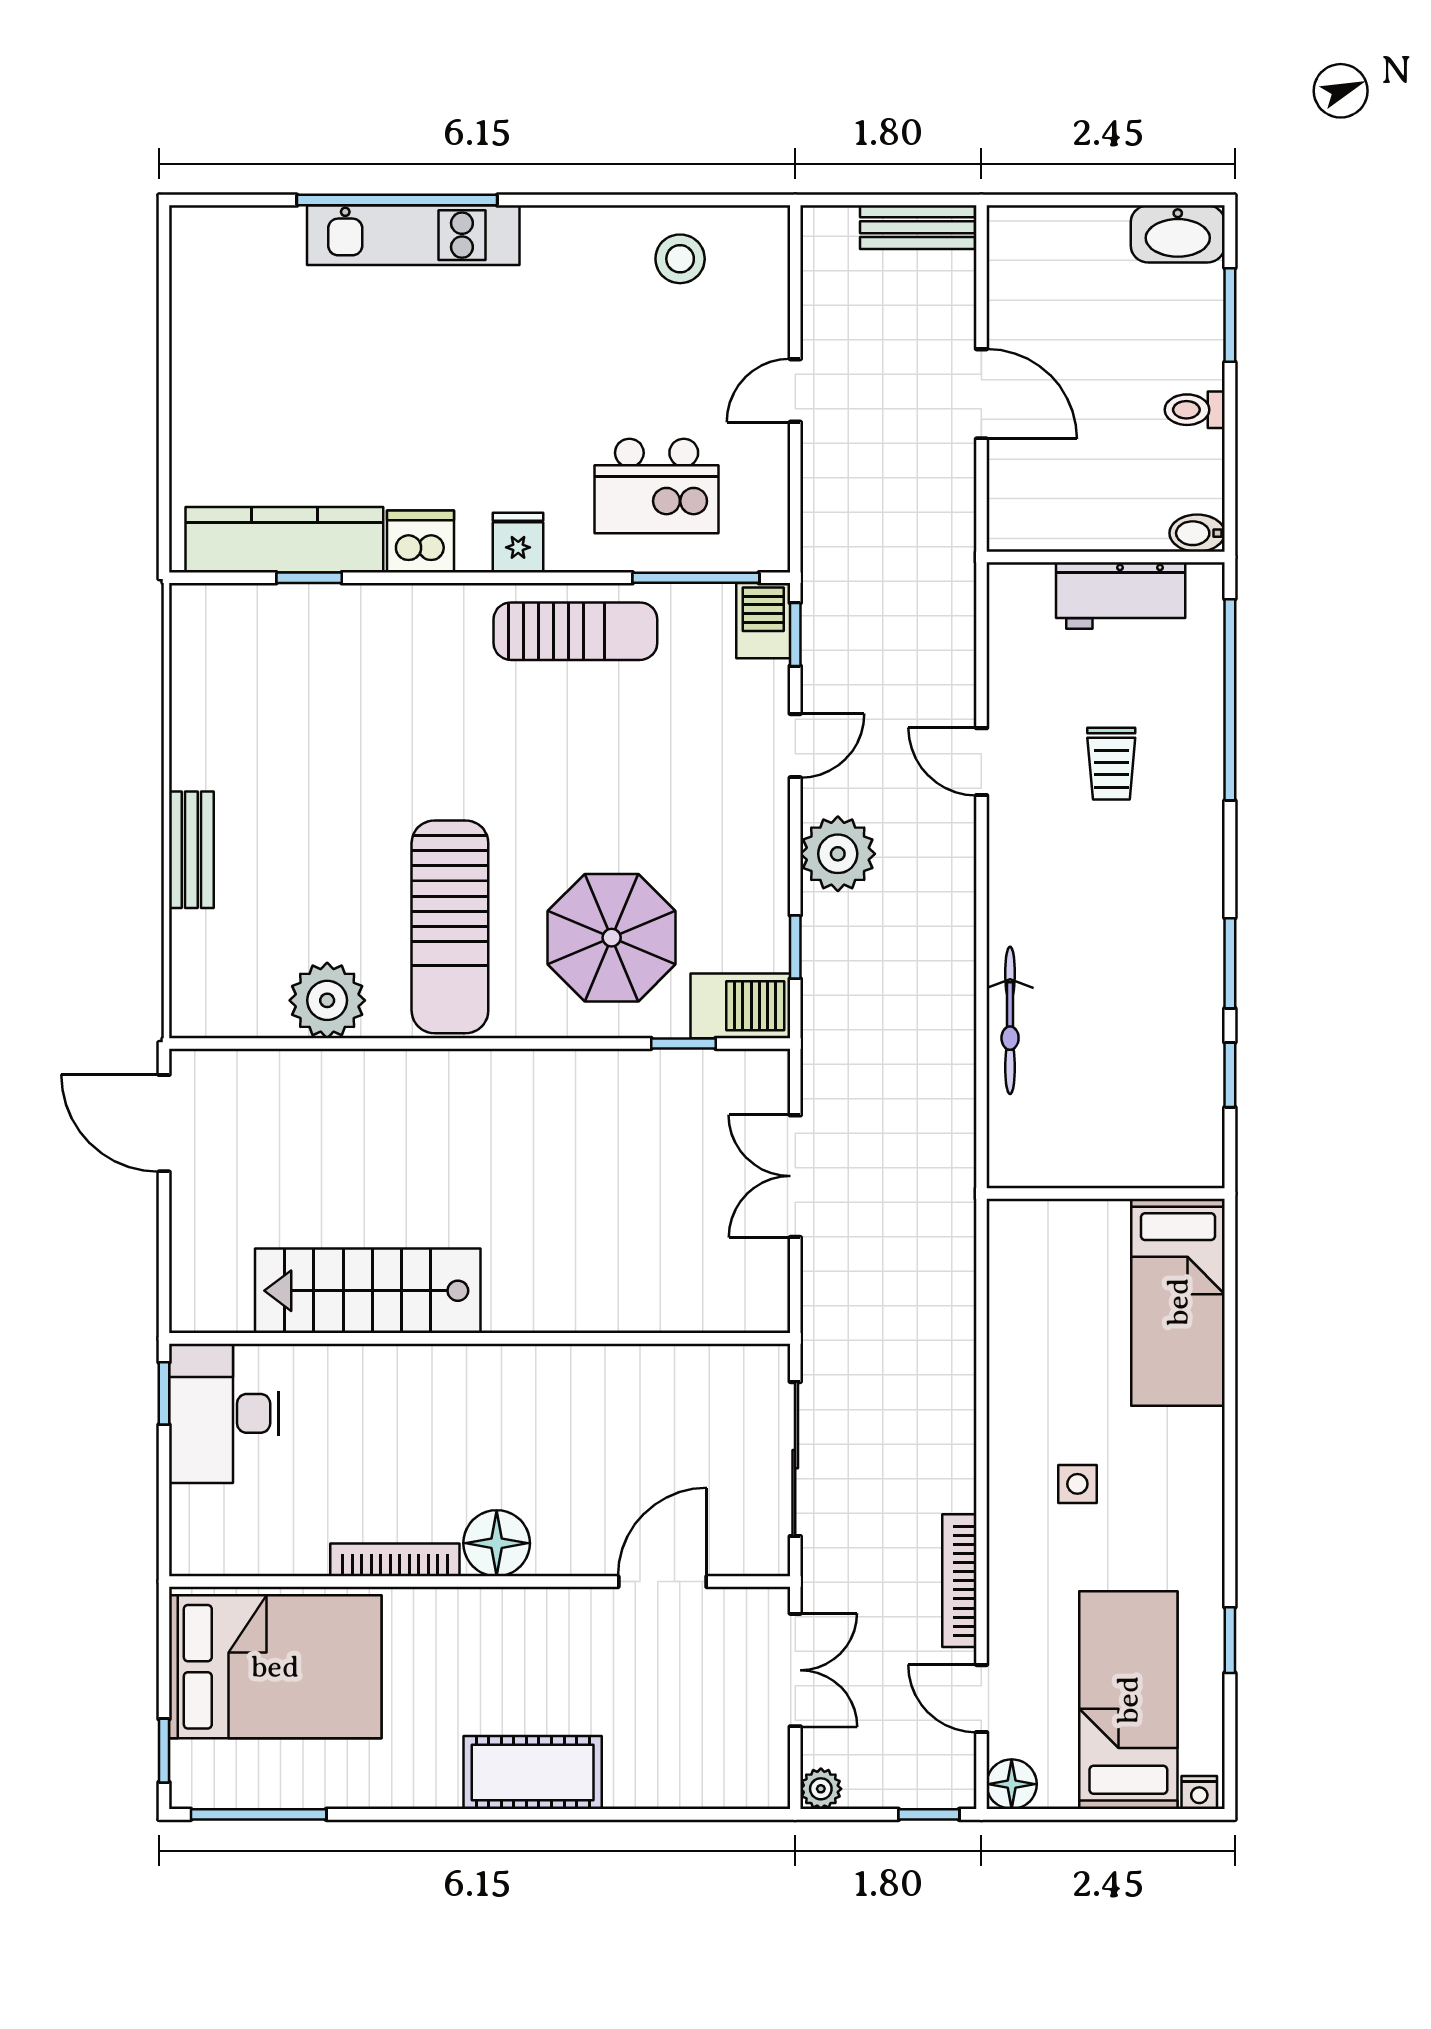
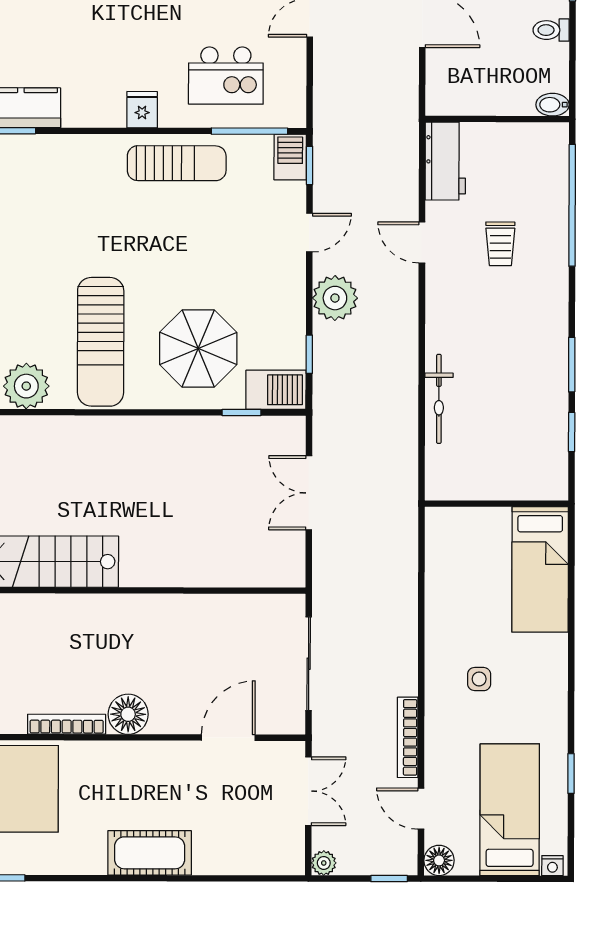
dishwasher: (420, 541) -> (83, 109), removed
workbench: (1121, 596) -> (445, 161), moved, turned -90

